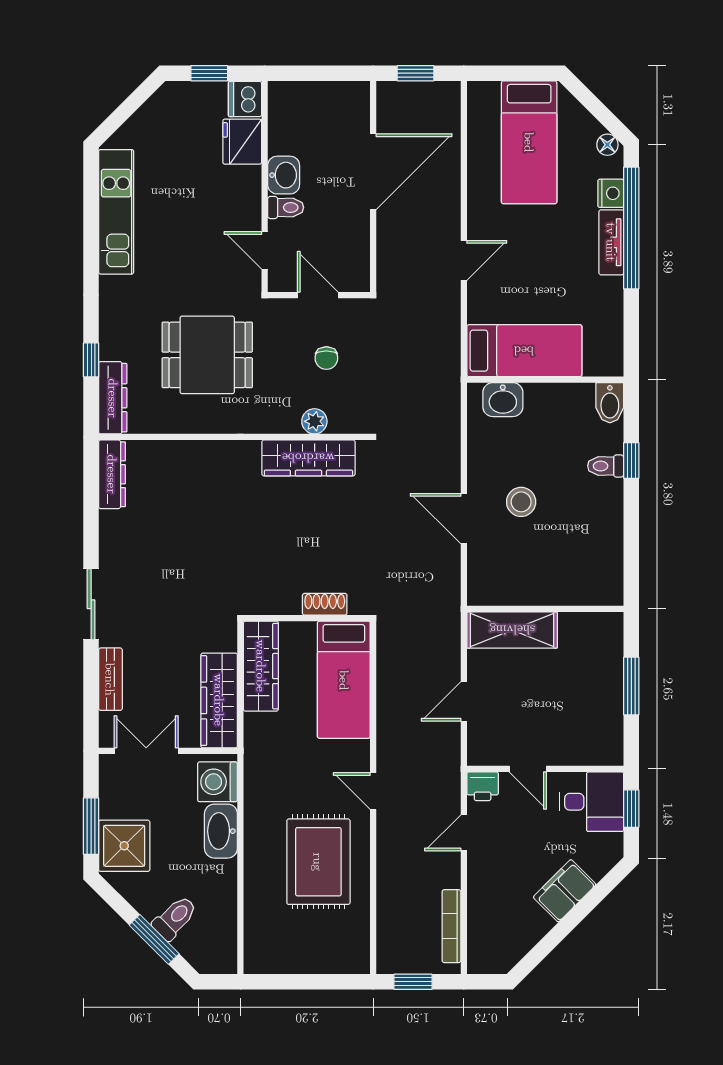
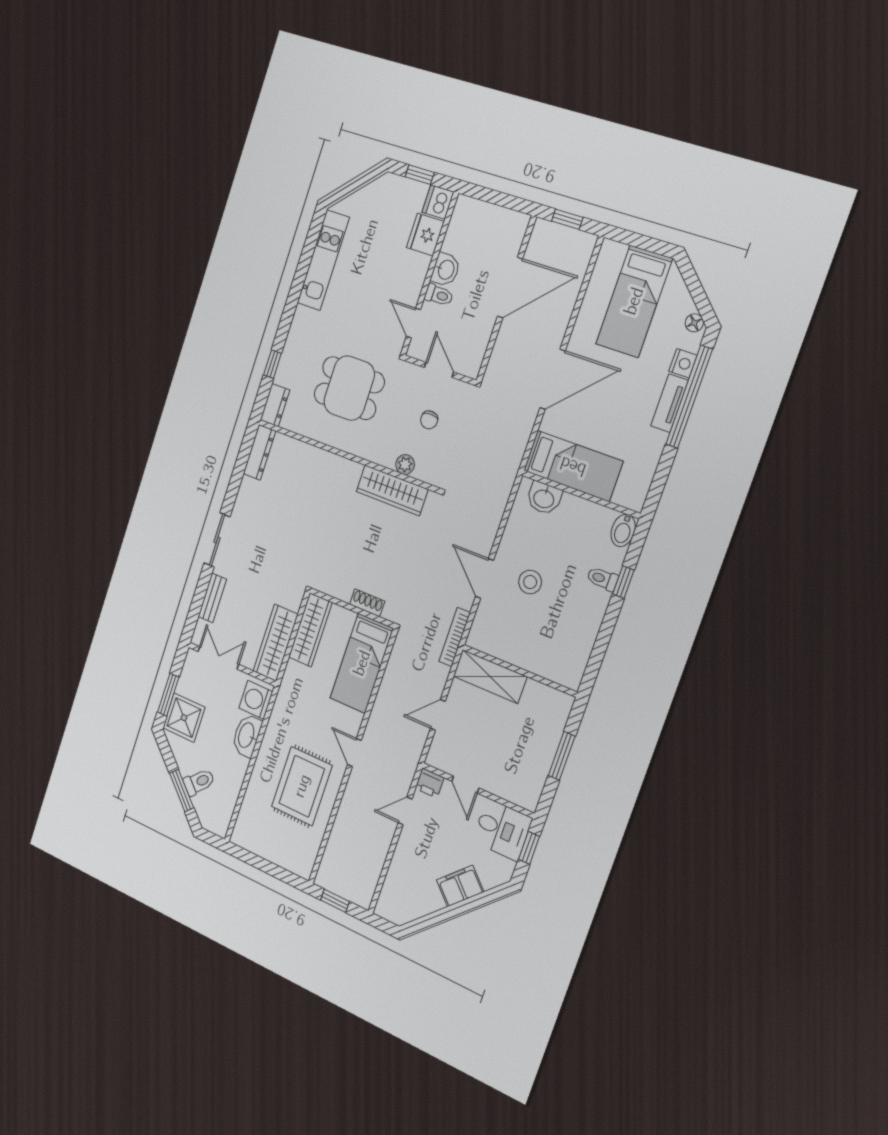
door: (464, 260) -> (552, 379), width x1.88
dresser: (113, 398) -> (275, 405), width x0.70
bookcase: (451, 926) -> (455, 637), moved

